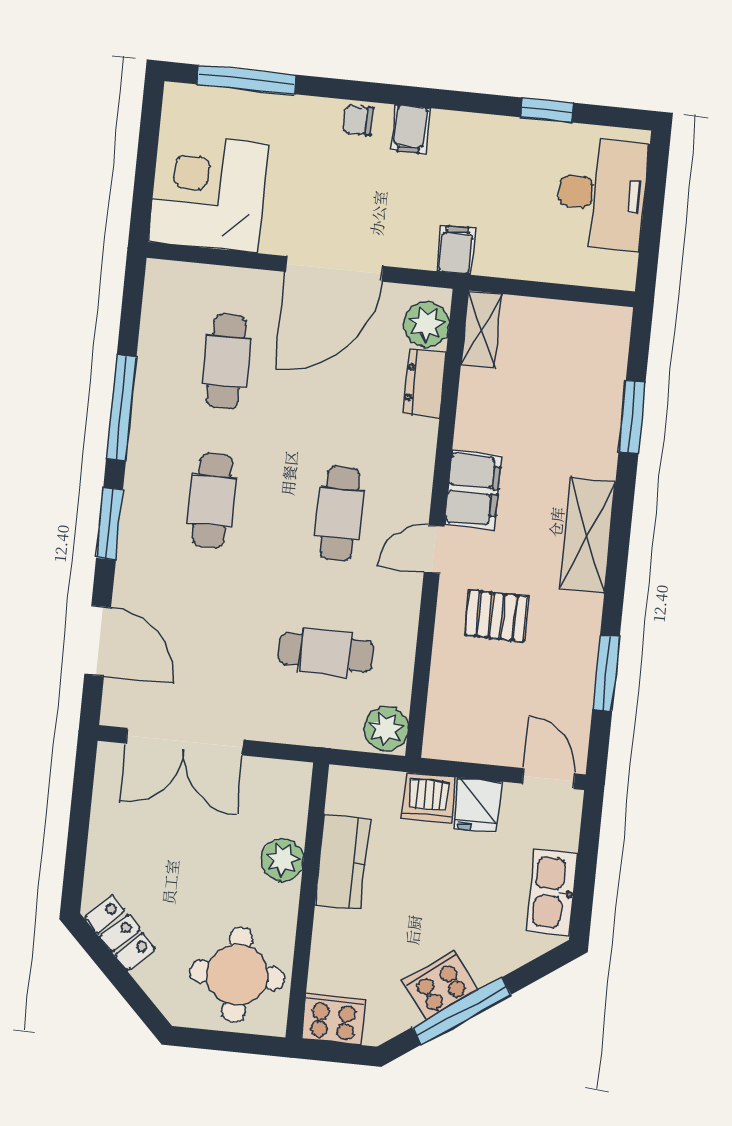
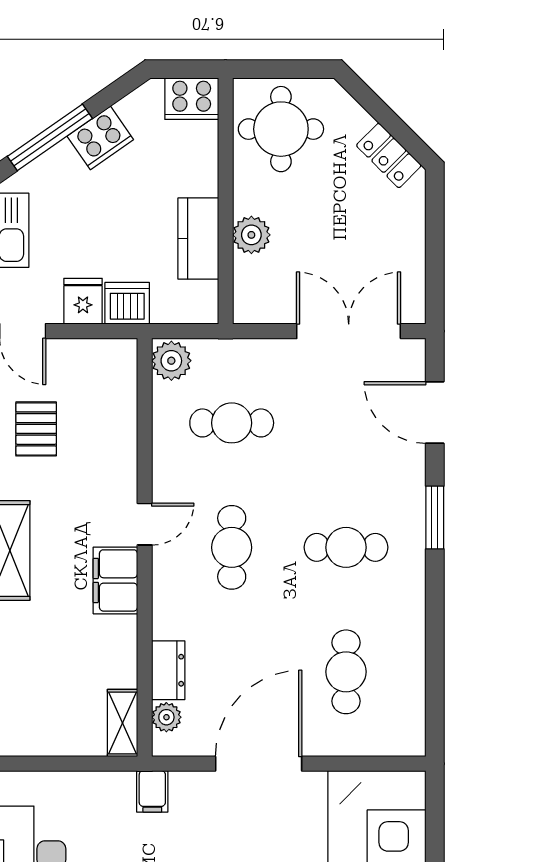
plant: (426, 324) -> (166, 717), width x0.73, depth x0.73
window: (121, 408) -> (435, 621), removed
cafe table: (212, 500) -> (346, 547), turned 90
pallet: (497, 616) -> (36, 429), moved, turned 90
window: (462, 1011) -> (50, 137), moved

